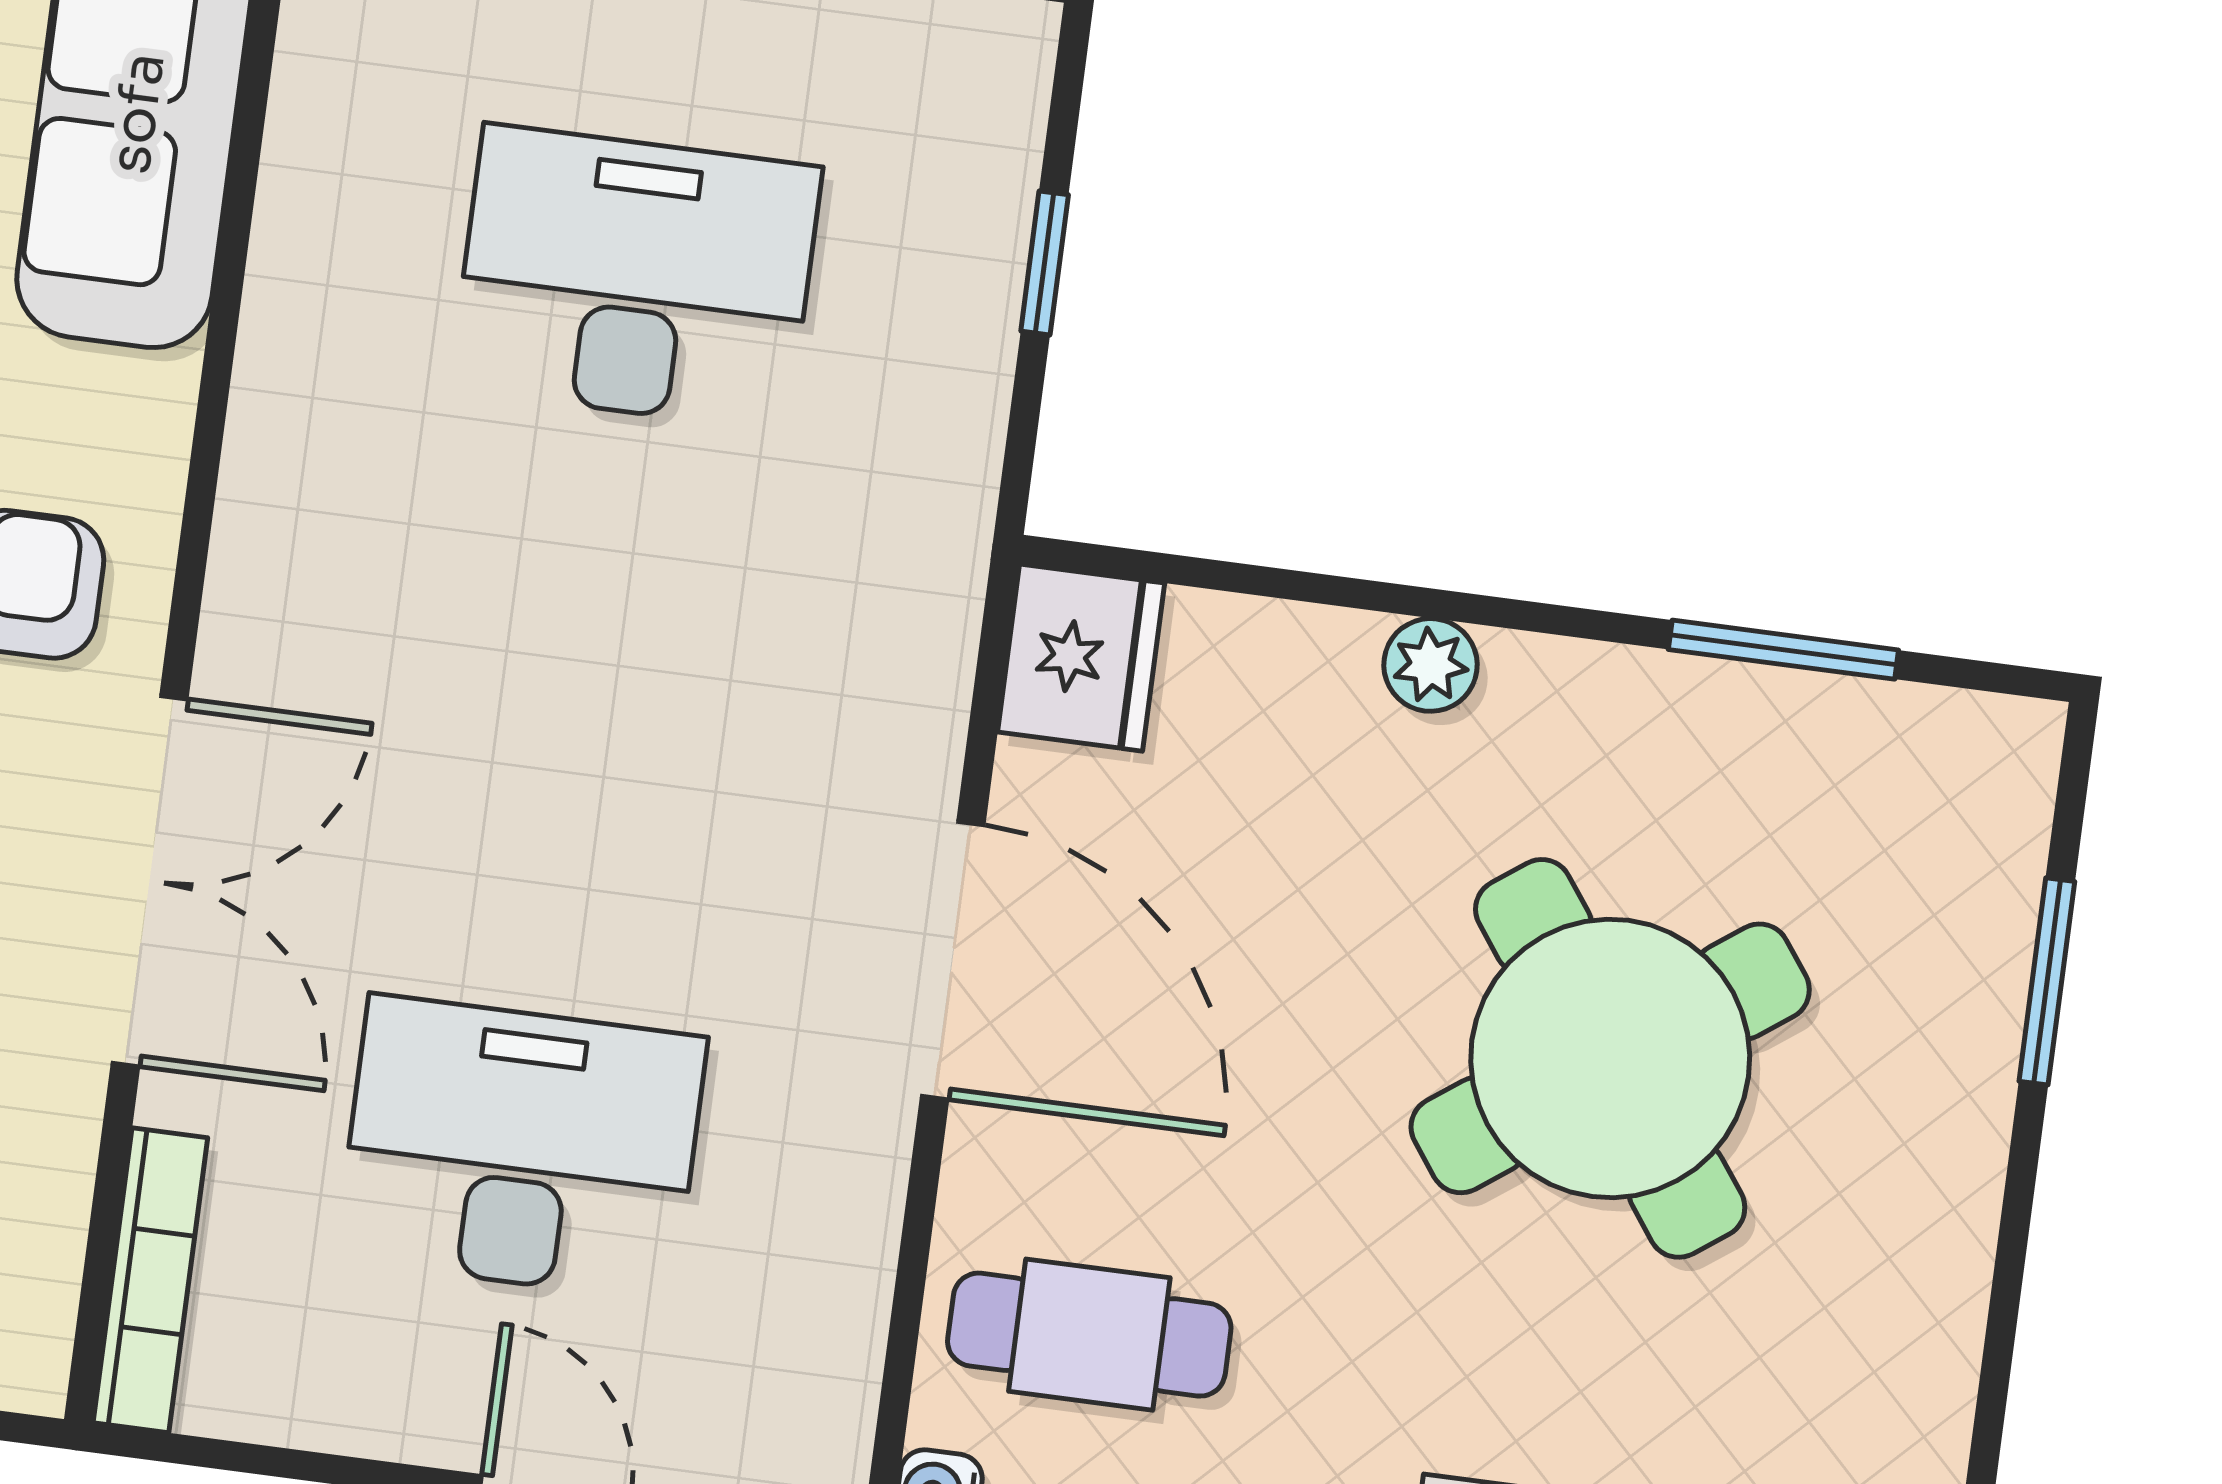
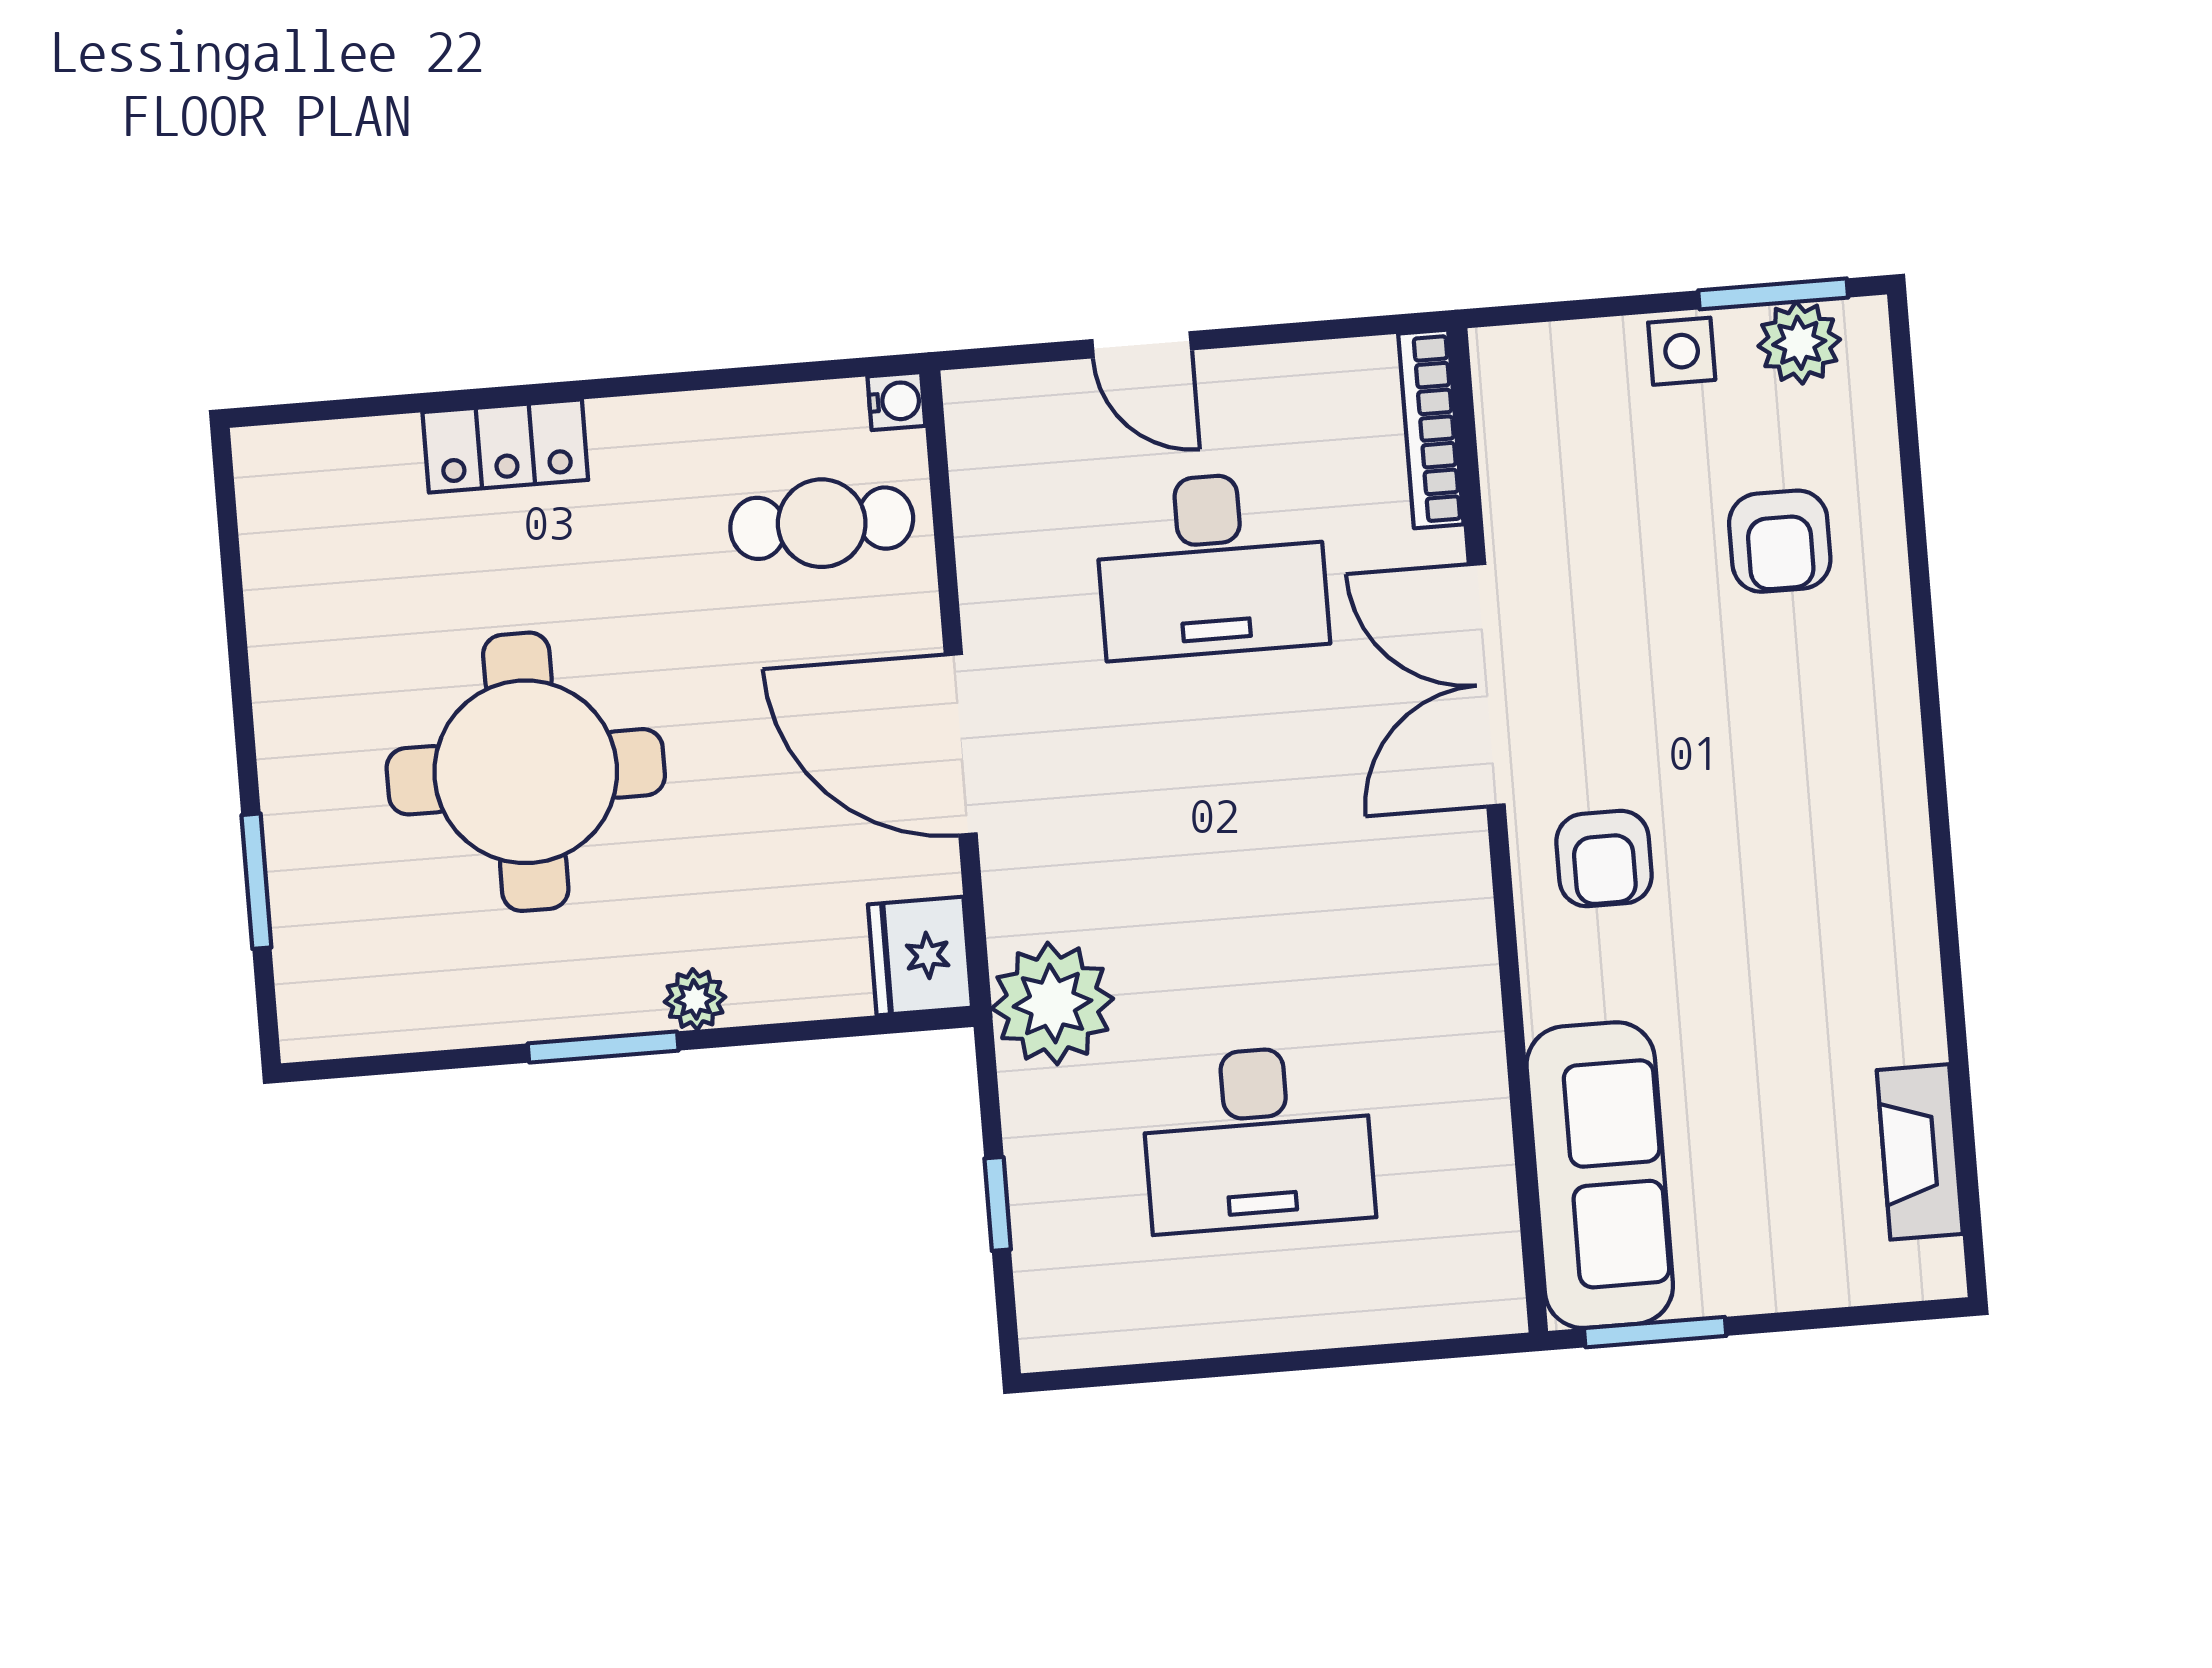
plant: (899, 544) -> (1052, 1004), added
window: (1783, 650) -> (603, 1047), moved
round table: (1610, 1058) -> (526, 772), turned 36

